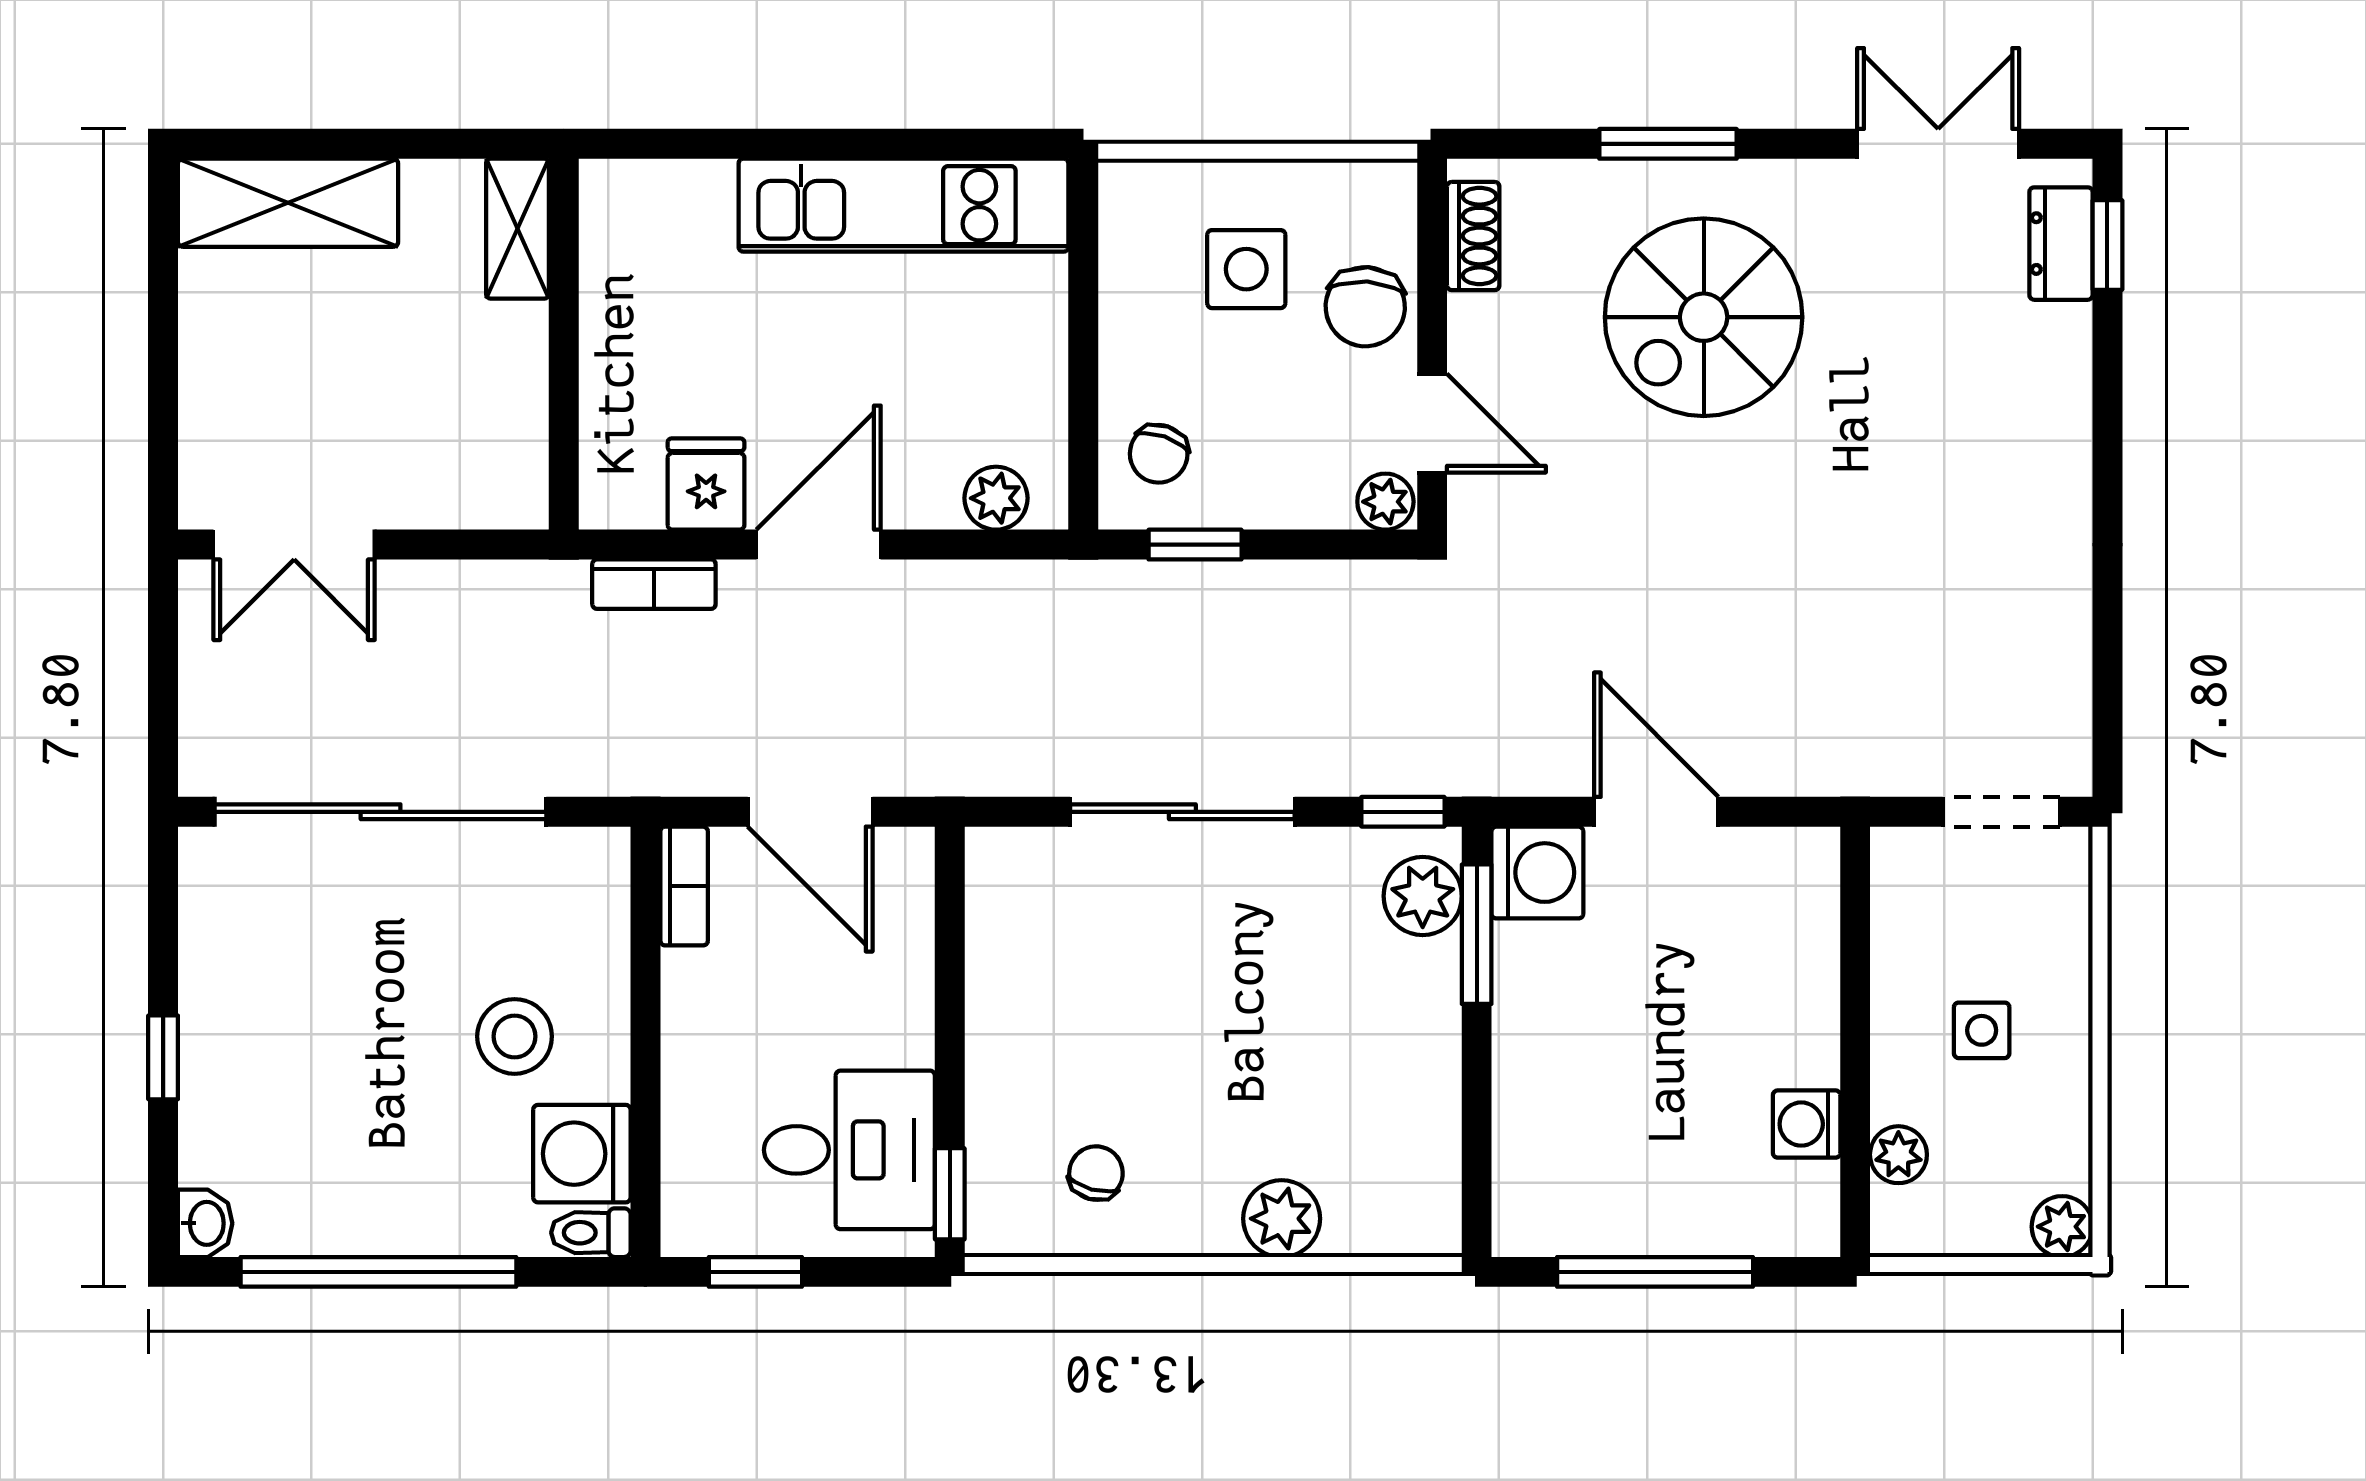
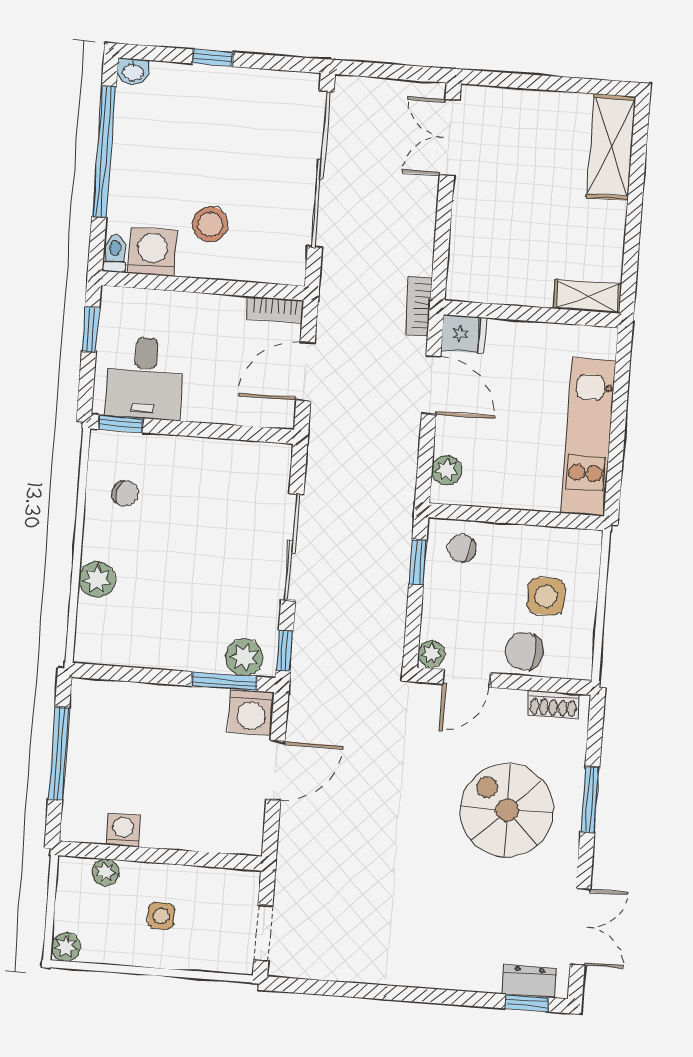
shelving: (517, 229) -> (588, 296), moved
wall: (564, 344) -> (531, 314), moved

